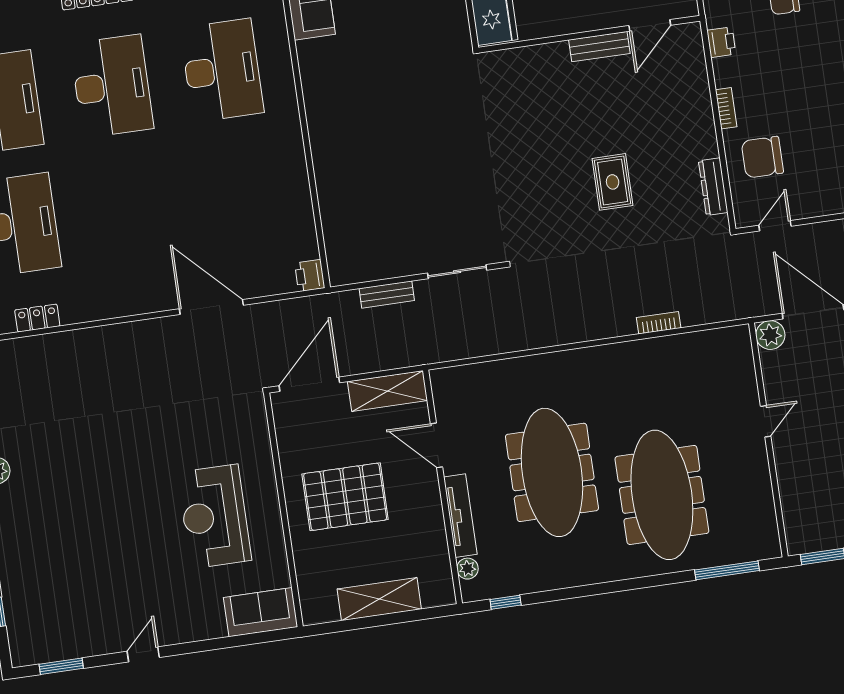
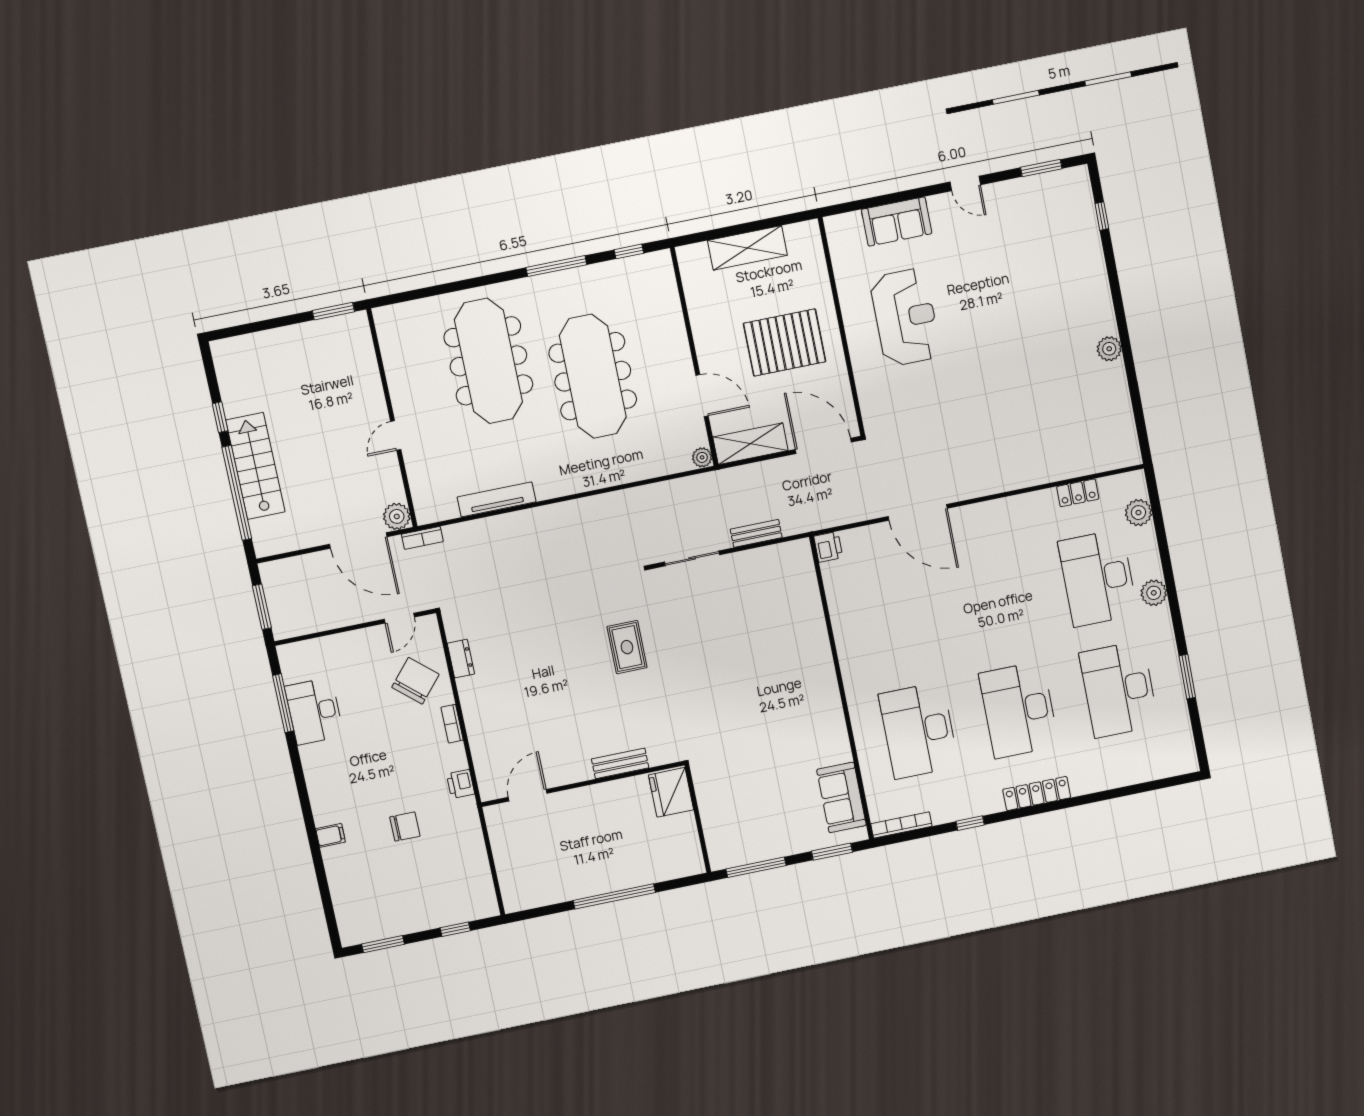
bench: (599, 47) -> (620, 763), moved
chair: (762, 157) -> (415, 681), turned -49
rug: (613, 182) -> (627, 647), moved
dresser: (713, 187) -> (461, 659), width x0.70
bookcase: (659, 323) -> (422, 538), moved
door: (309, 384) -> (823, 446), swing flipped
tv unit: (460, 516) -> (497, 499), moved, turned 90
plant: (468, 569) -> (702, 457), moved
window: (727, 570) -> (556, 266), moved
sofa: (261, 612) -> (897, 221), moved
door: (143, 654) -> (965, 183), hinge flipped

